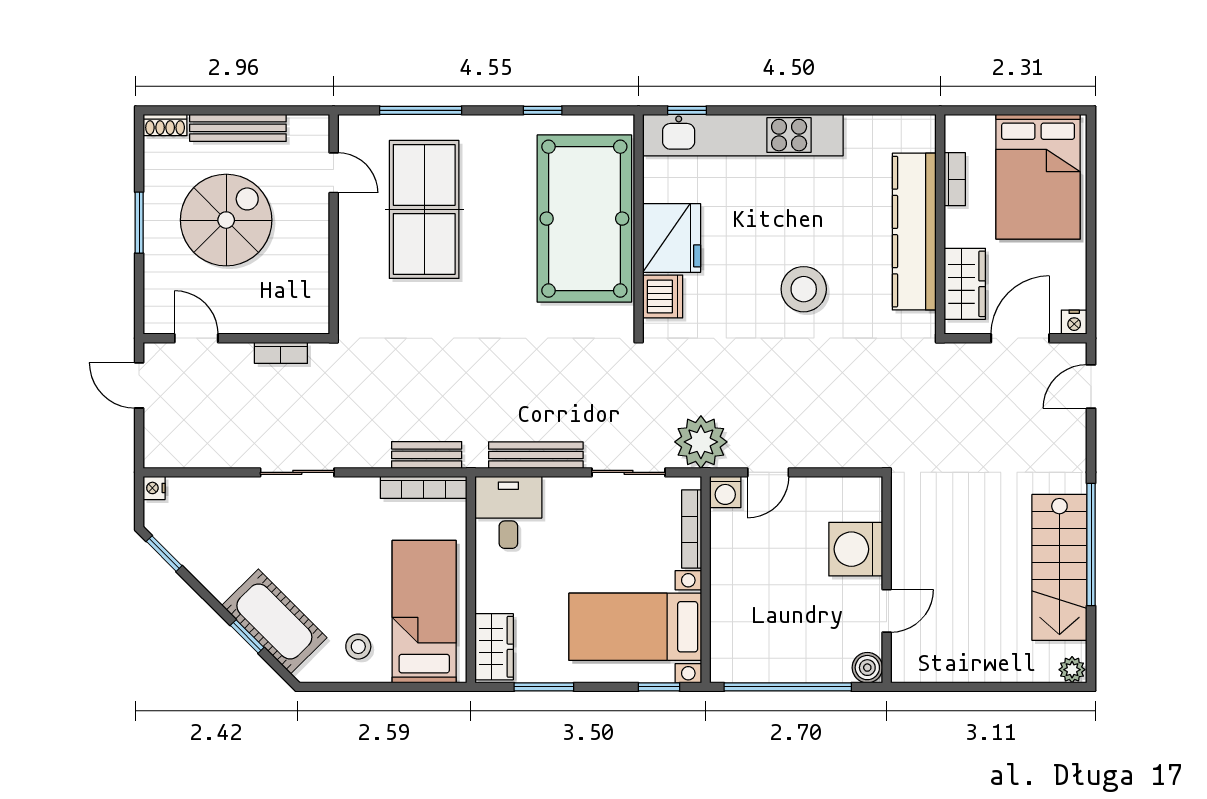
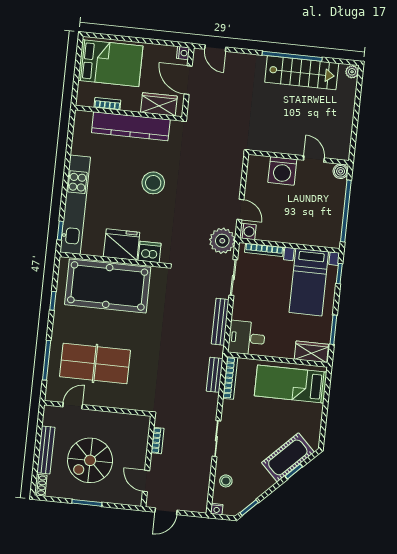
spiral stairs: (226, 220) -> (90, 460), turned -90
door: (196, 338) -> (146, 481), hinge flipped
stool: (358, 647) -> (226, 481), moved

